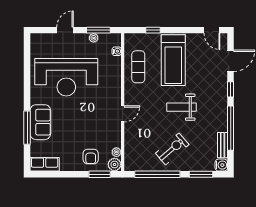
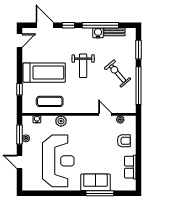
door: (123, 114) -> (105, 114), moved
row of seats: (45, 164) -> (130, 167), moved
plant: (114, 165) -> (61, 121), moved
water cooler: (221, 165) -> (98, 33), moved
window: (100, 174) -> (139, 133), removed

